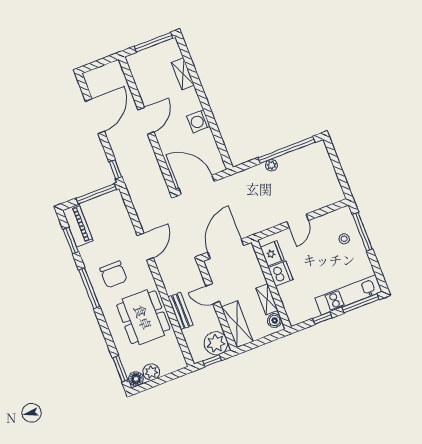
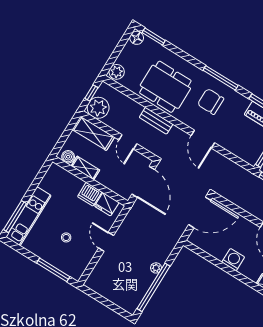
stool: (344, 239) -> (66, 237), moved
door: (213, 294) -> (128, 142), swing flipped
bench: (181, 311) -> (156, 121), moved
window: (322, 318) -> (35, 185), removed
plant: (151, 372) -> (117, 72), moved

